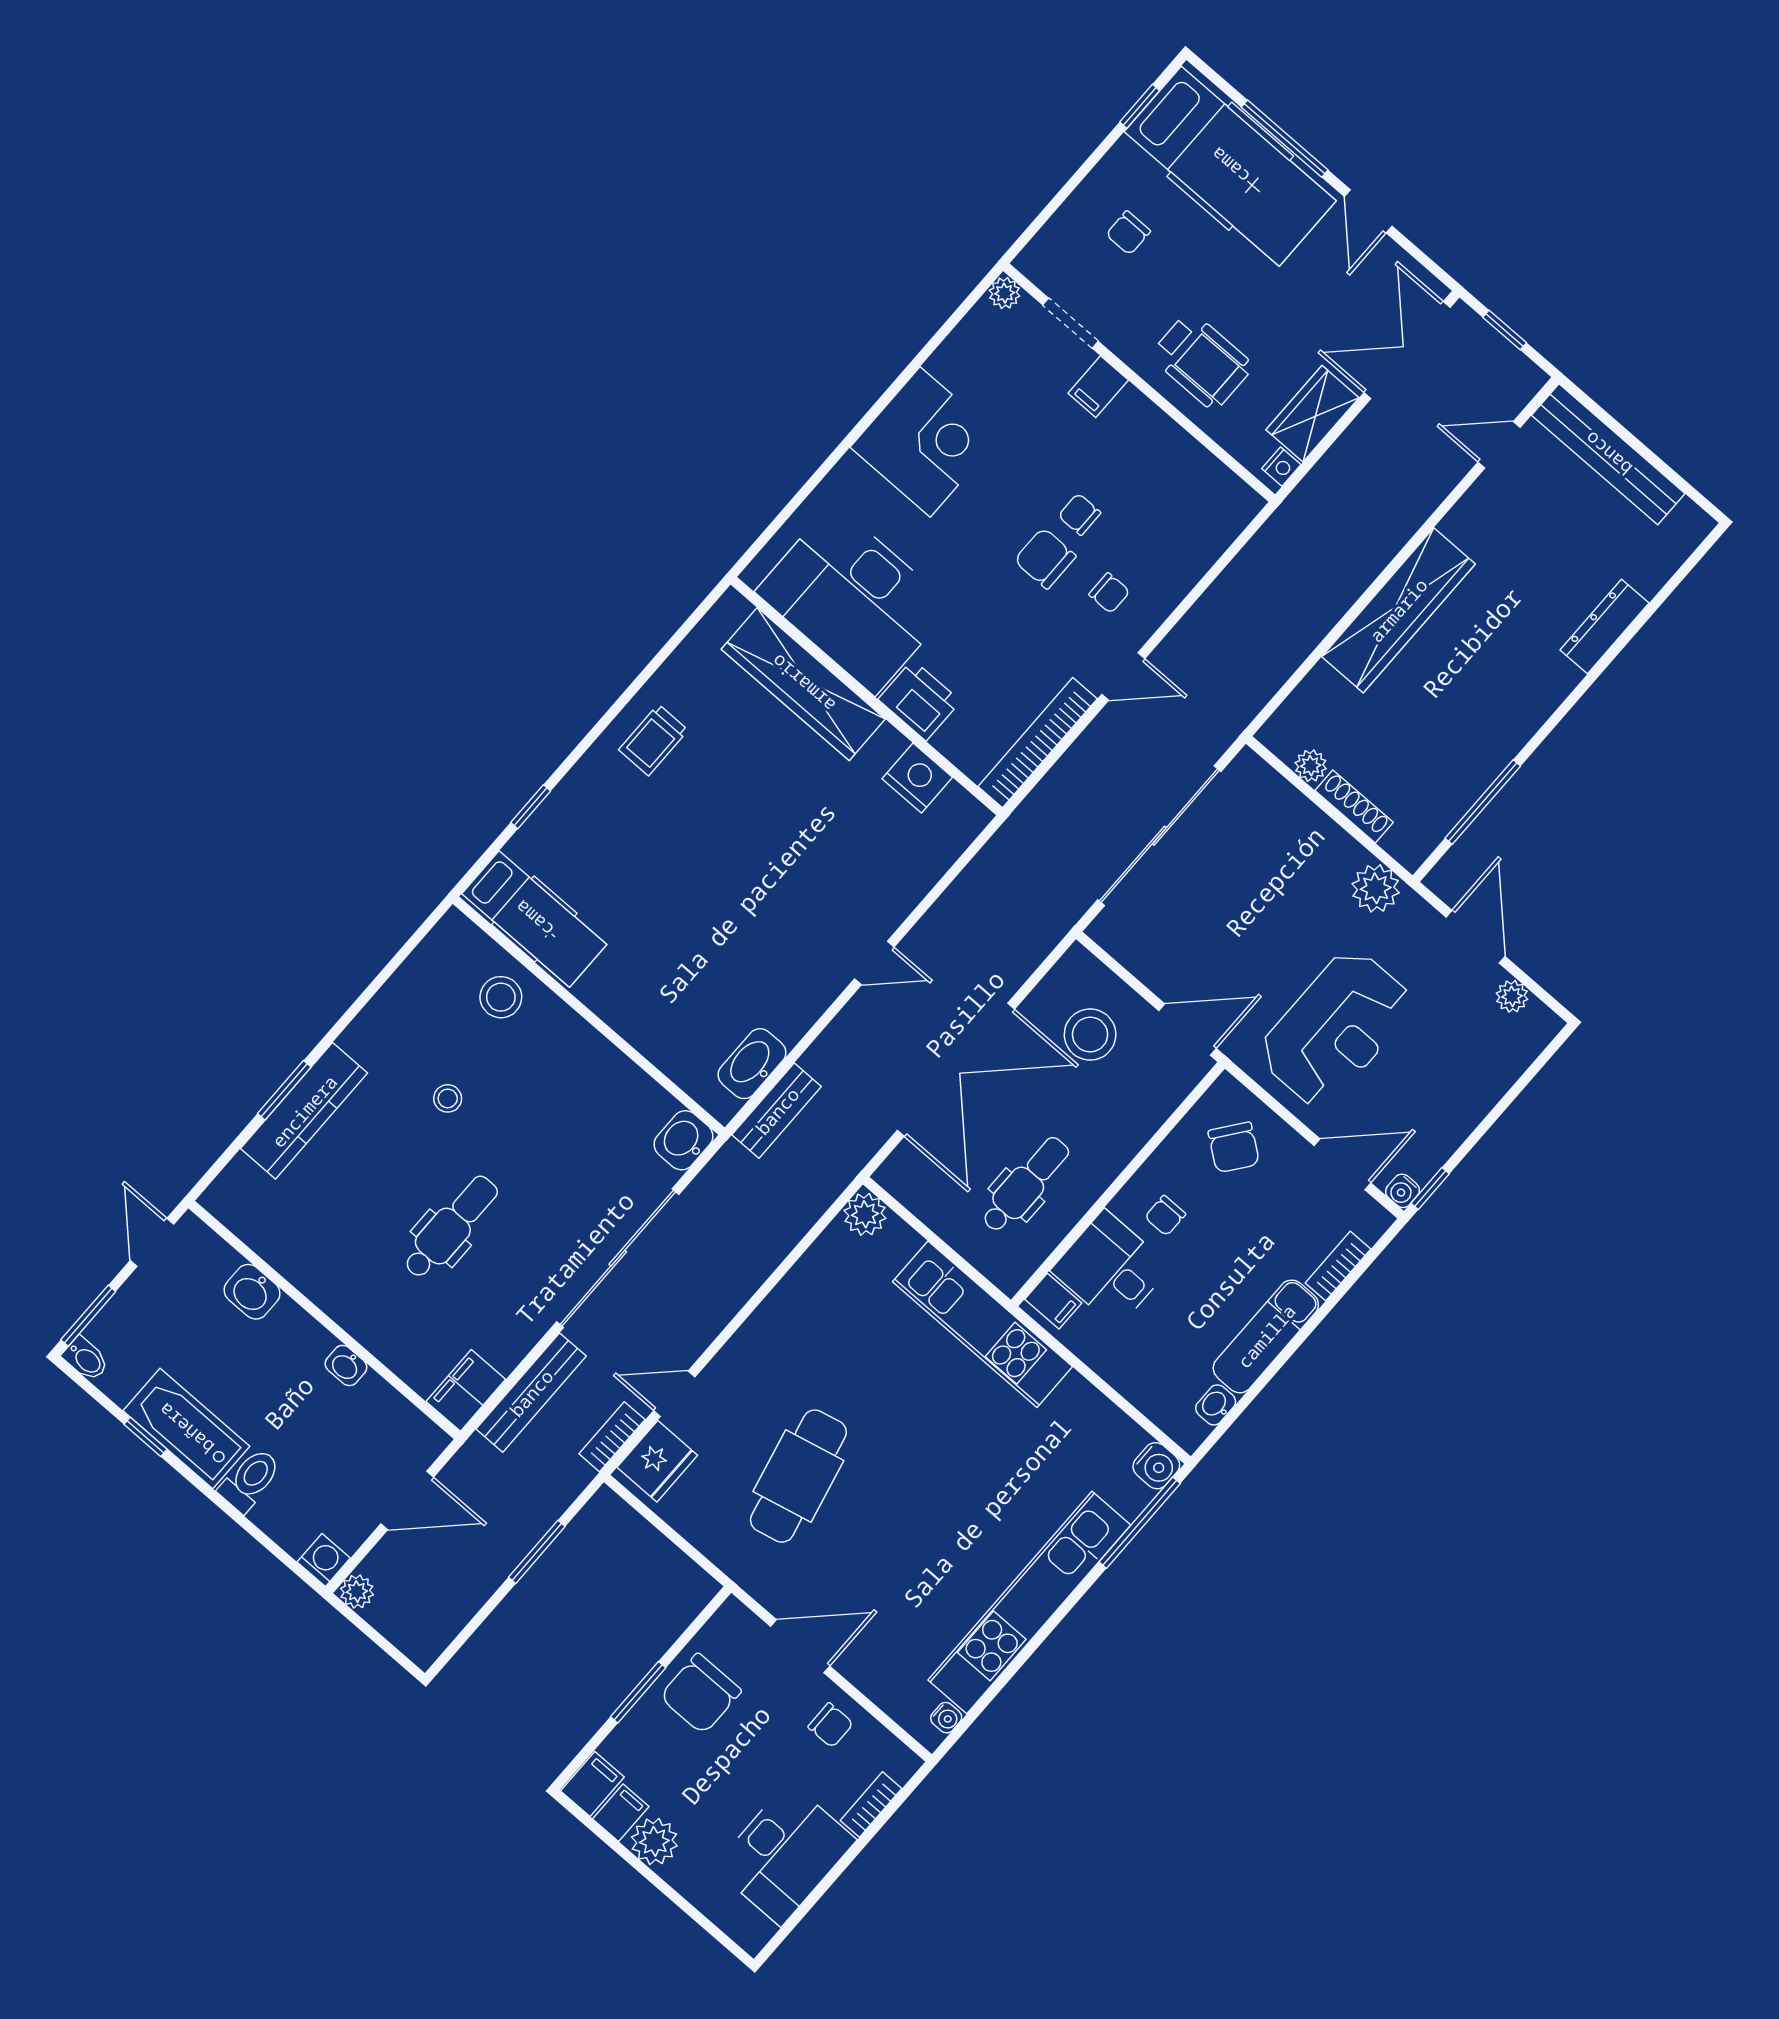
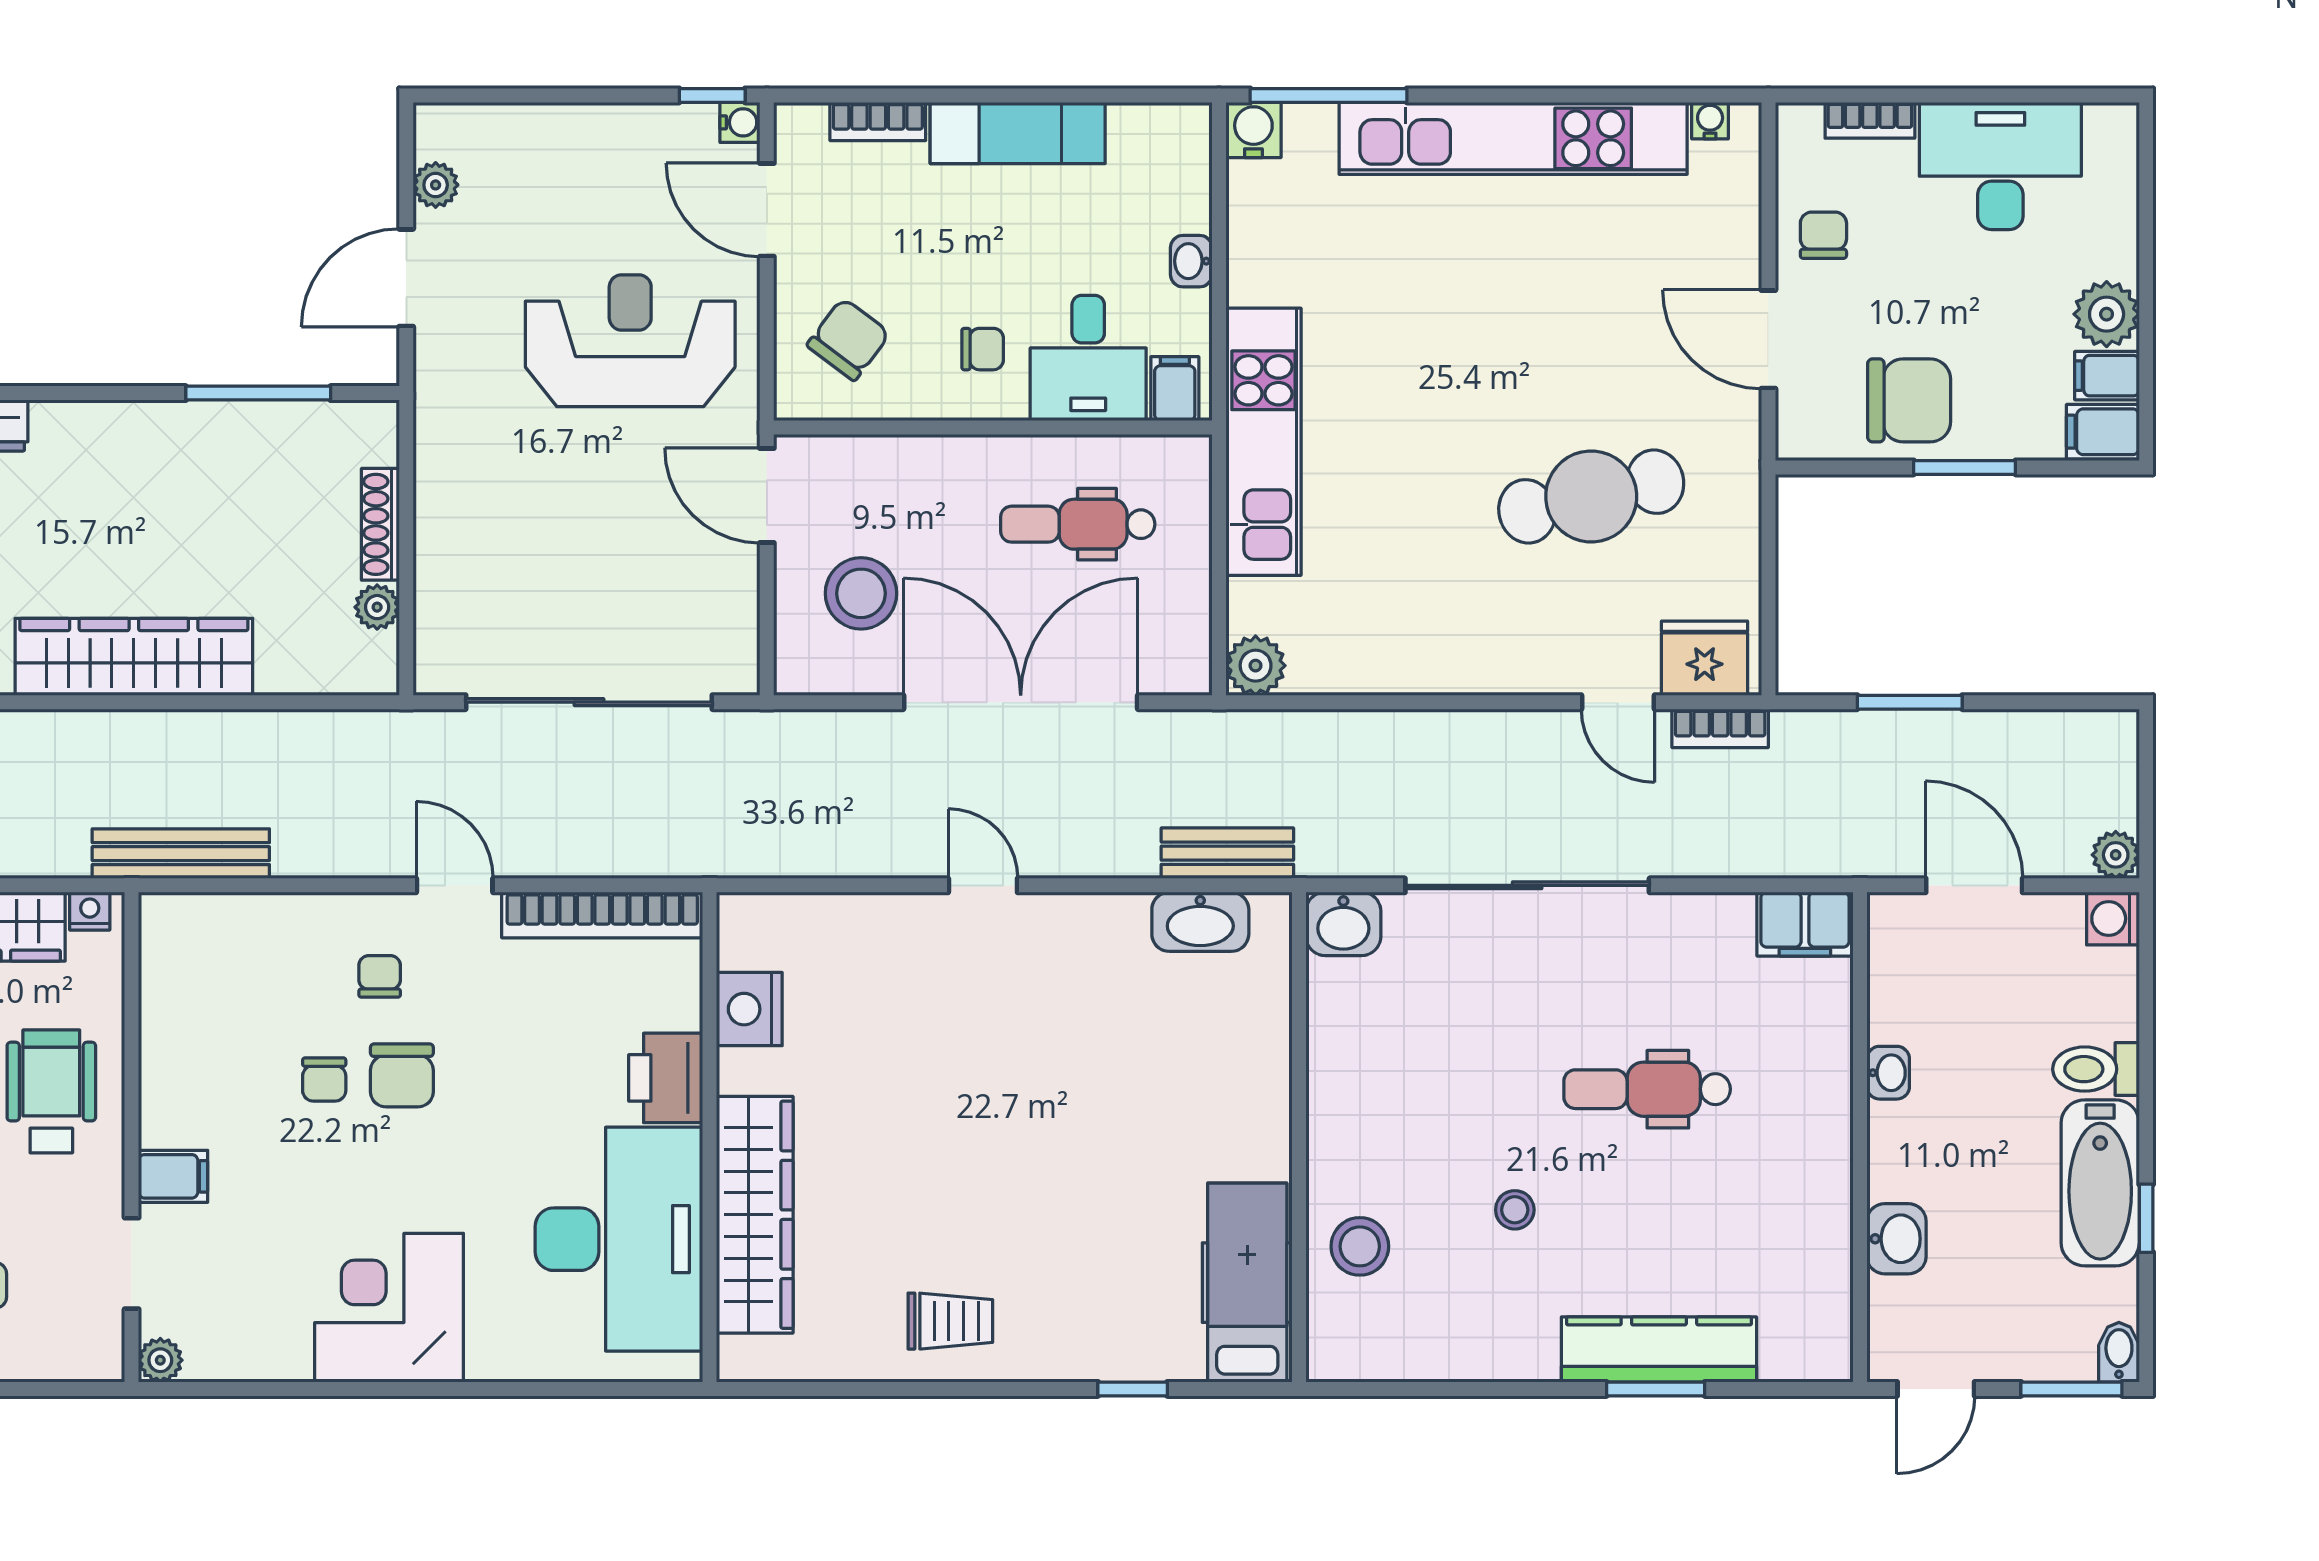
plant: (1376, 888) -> (447, 427), removed
bench: (531, 1393) -> (181, 854), moved
washbasin: (1216, 1405) -> (1191, 261), moved, turned 90

